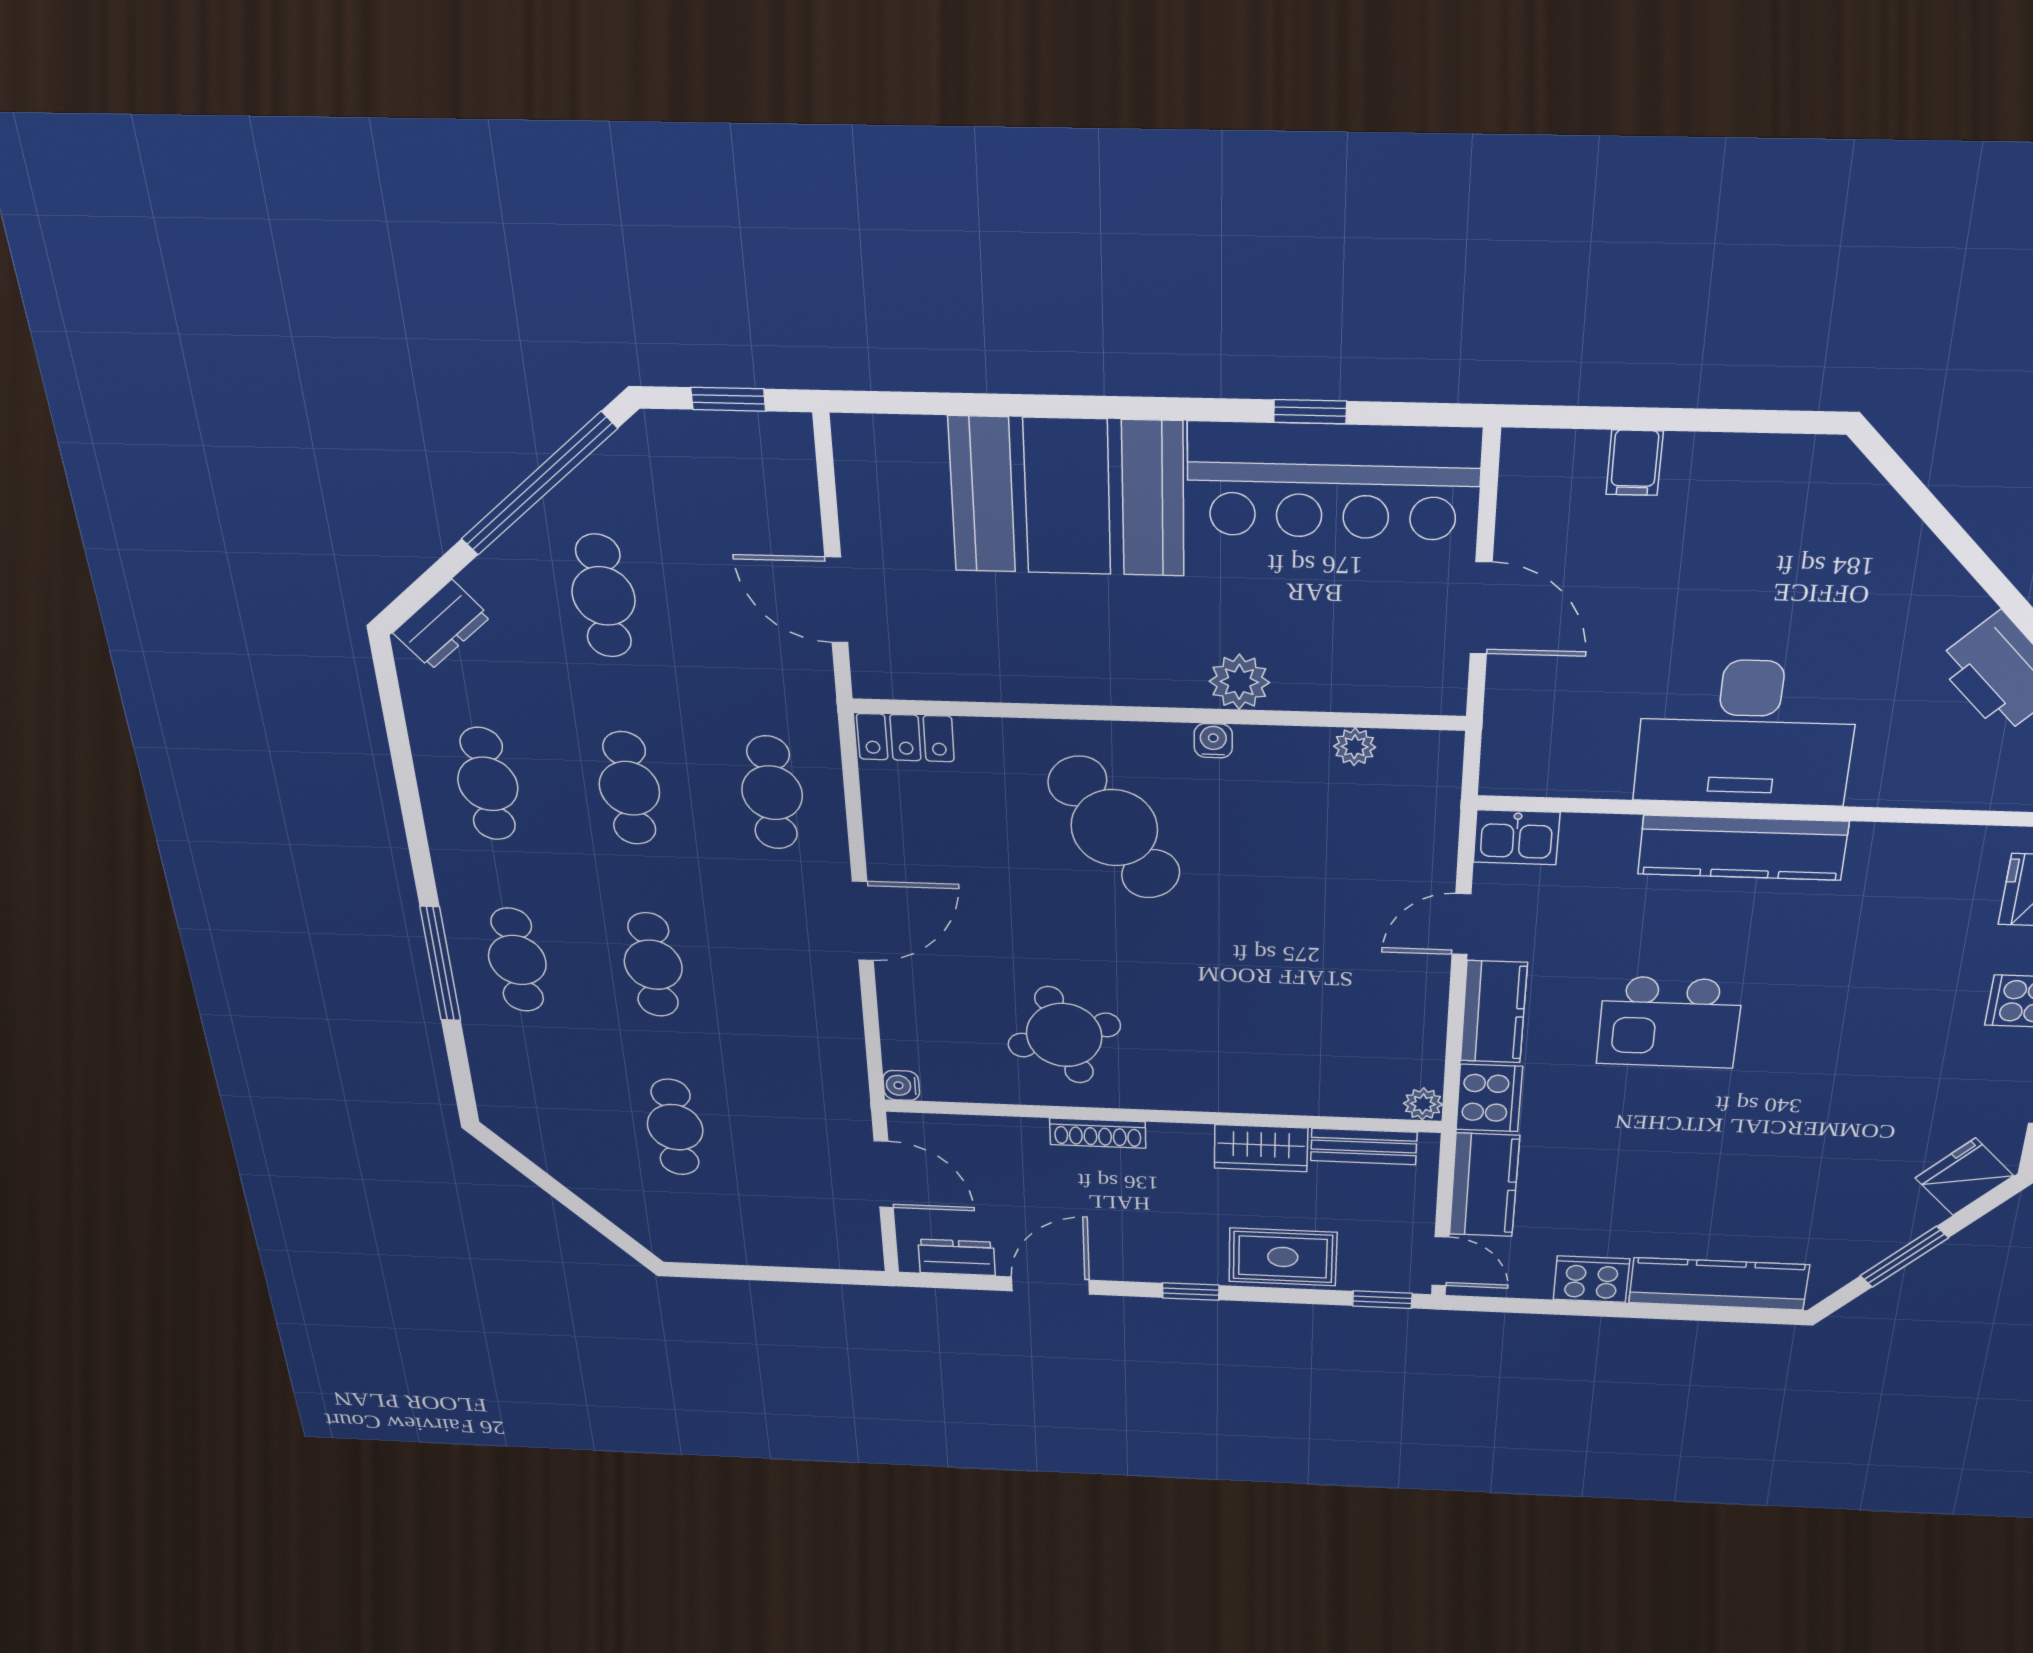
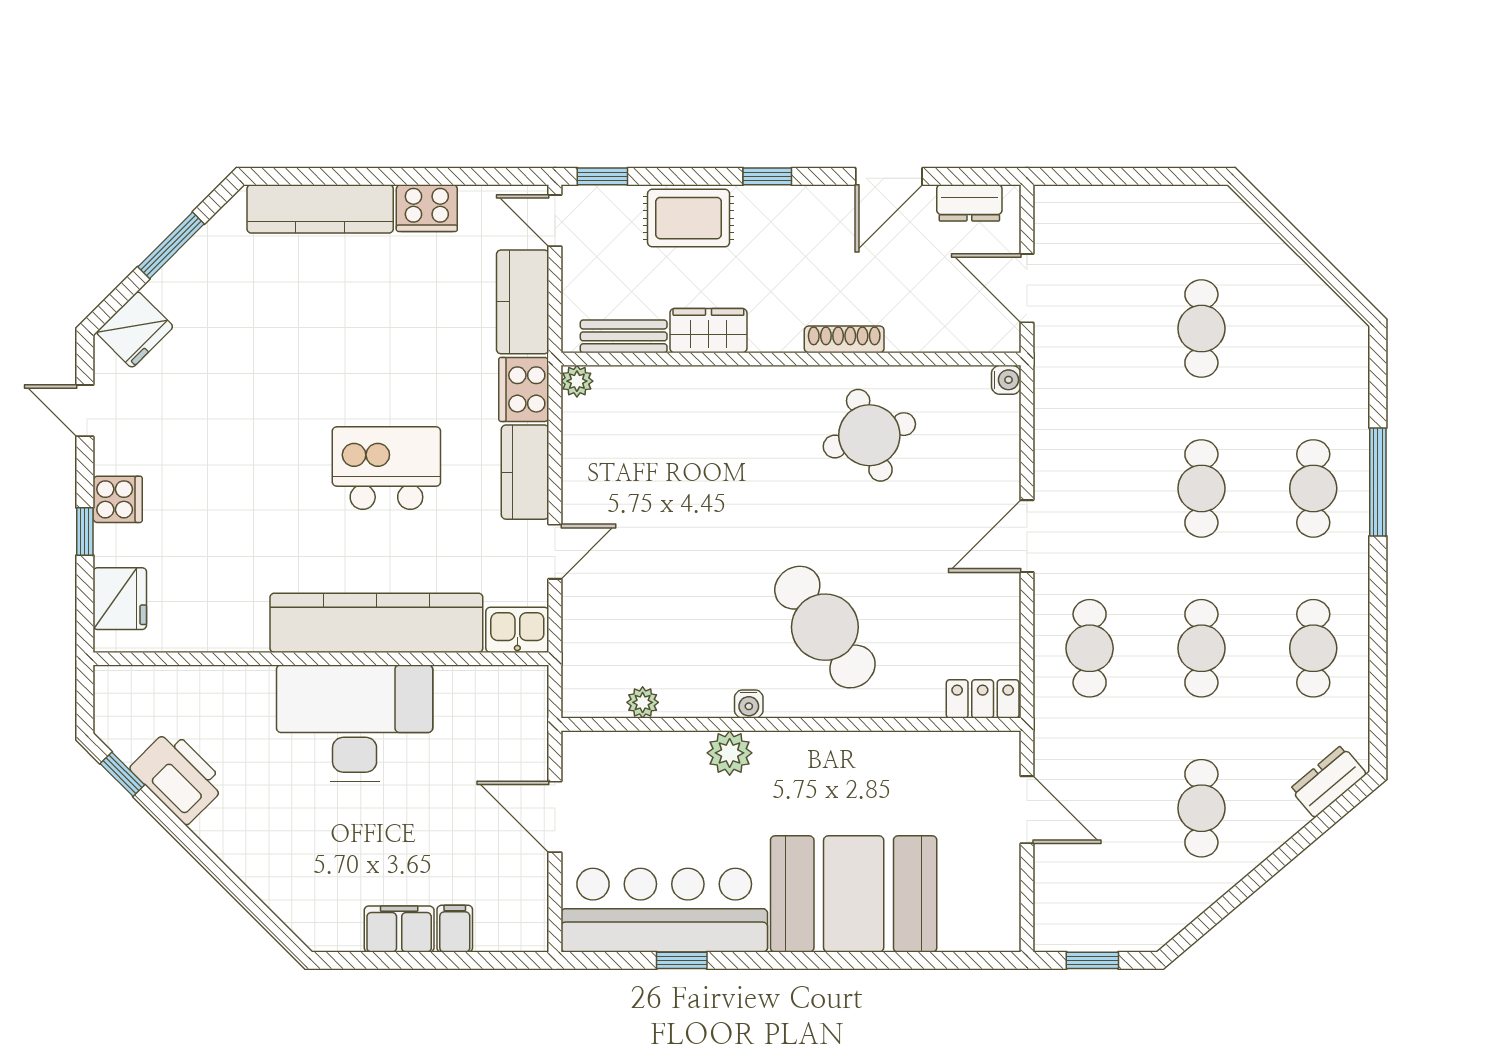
filing cabinet: (1715, 464) -> (399, 929), added
window: (539, 484) -> (1238, 894), removed
kitchen counter: (1743, 848) -> (376, 623), width x1.39, depth x1.17

